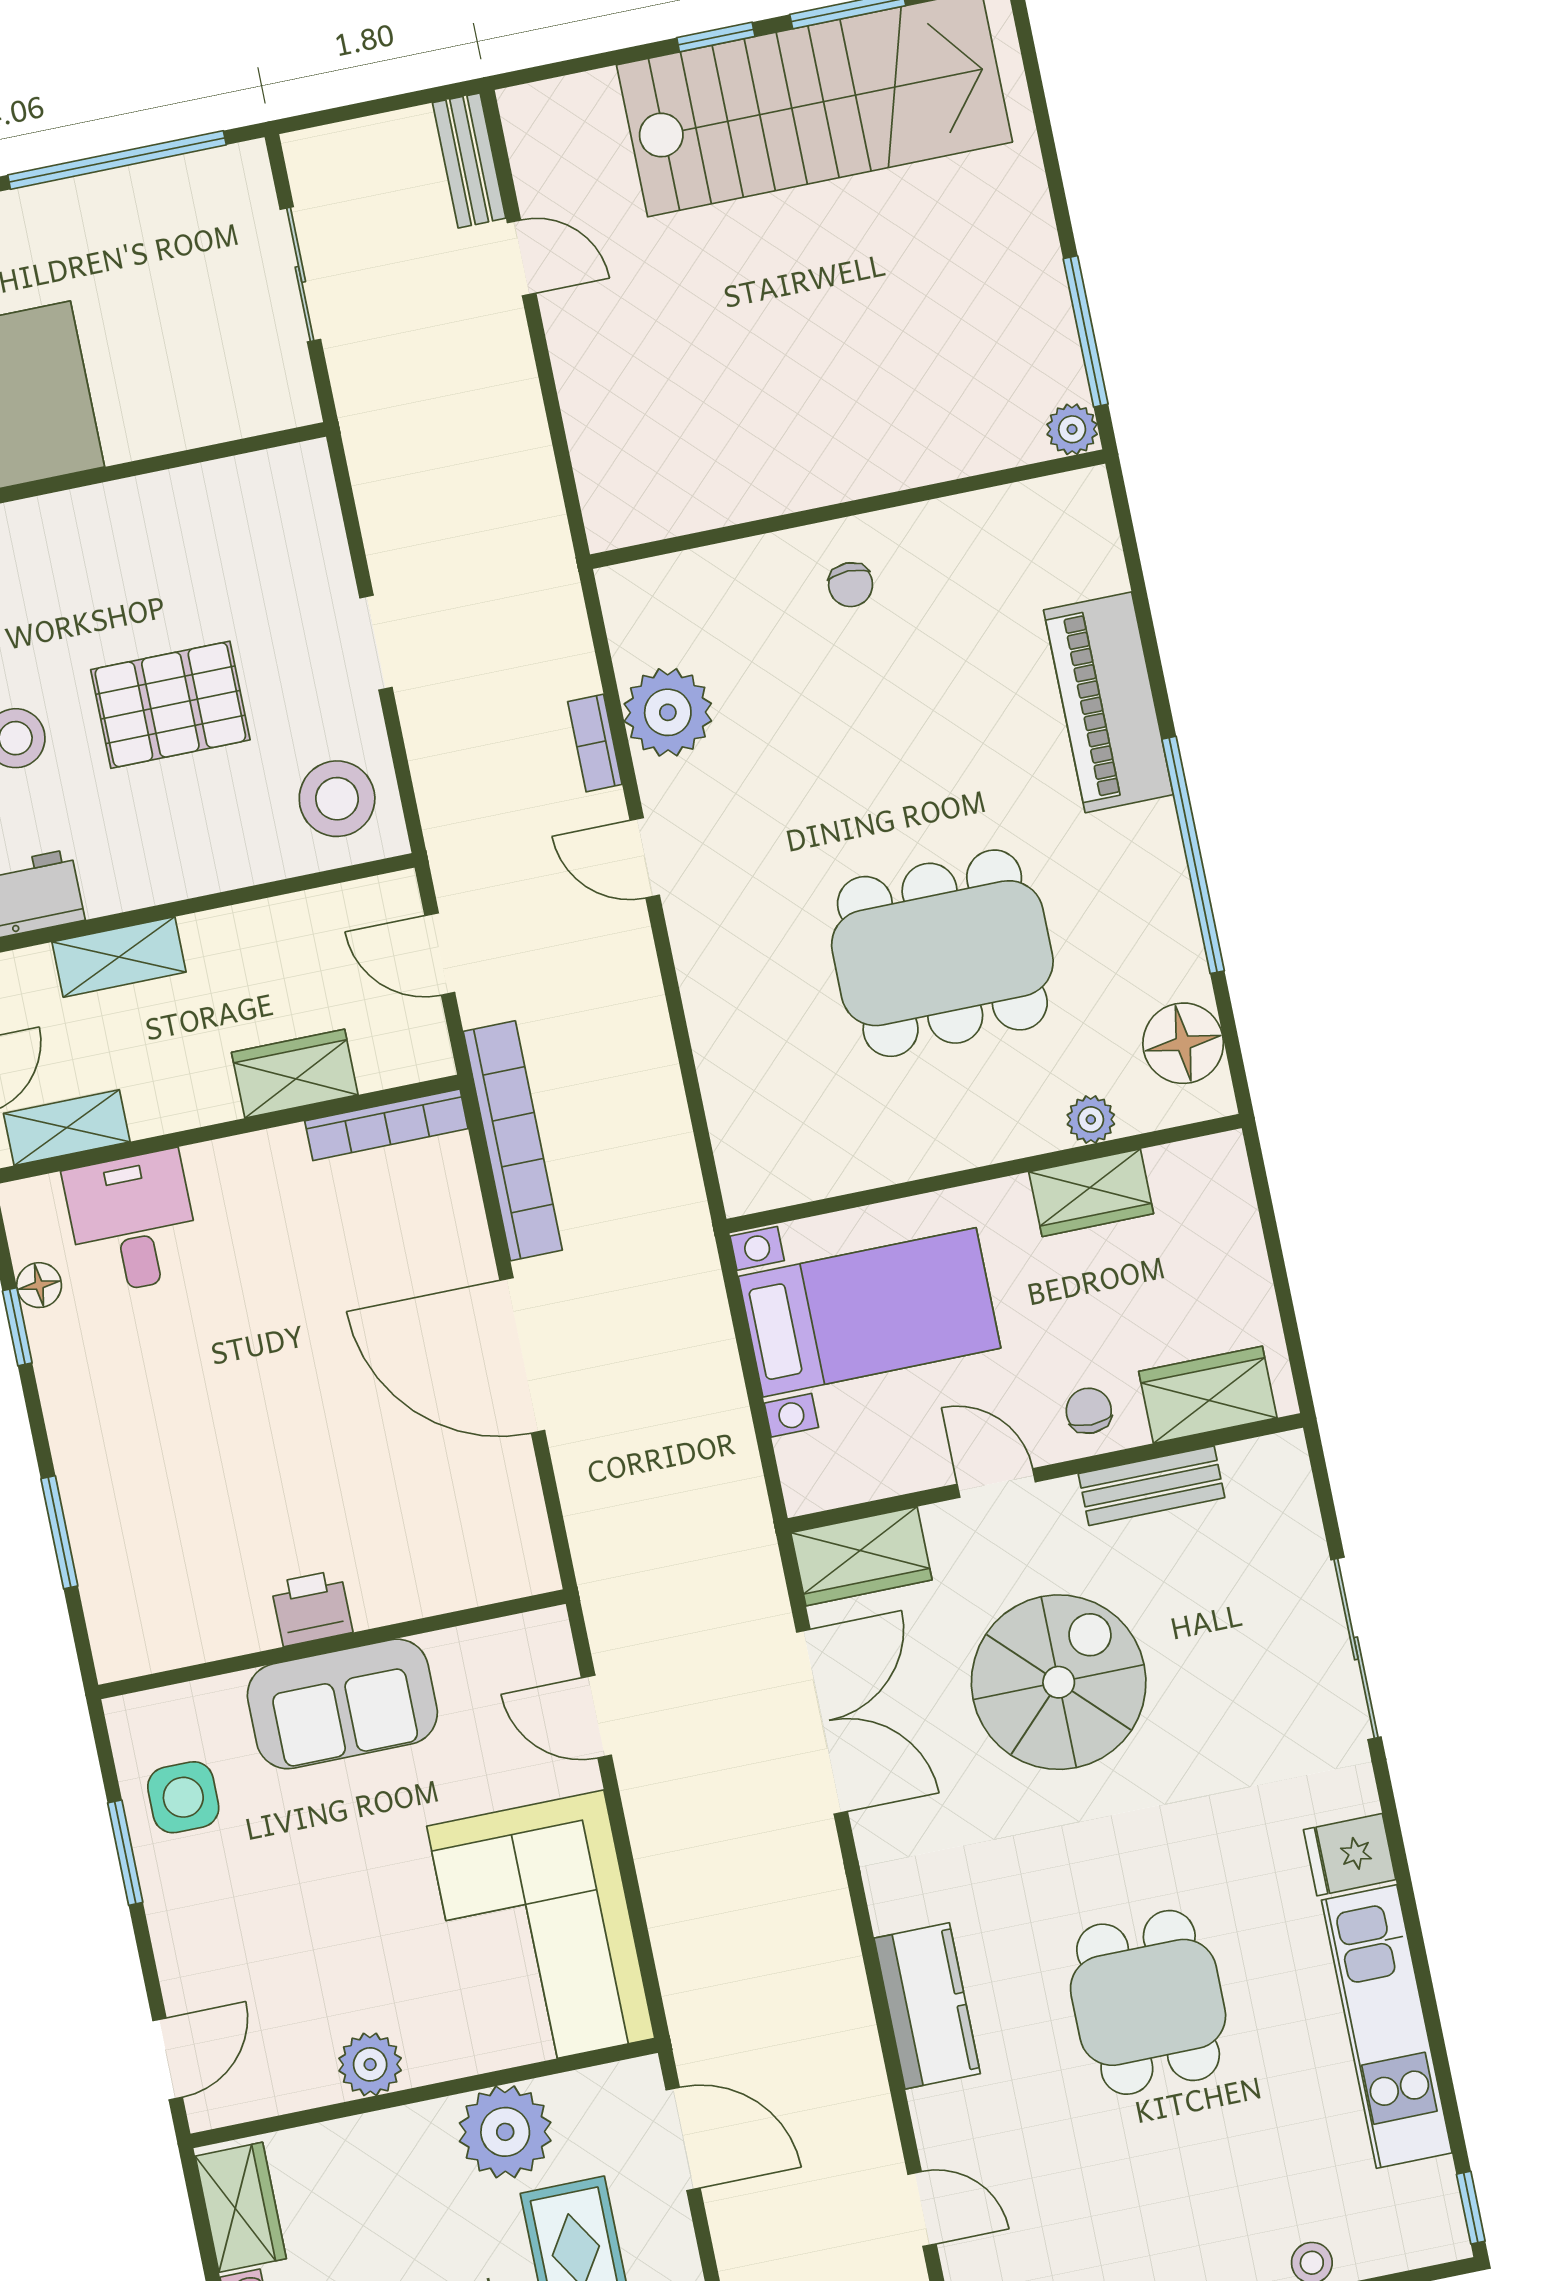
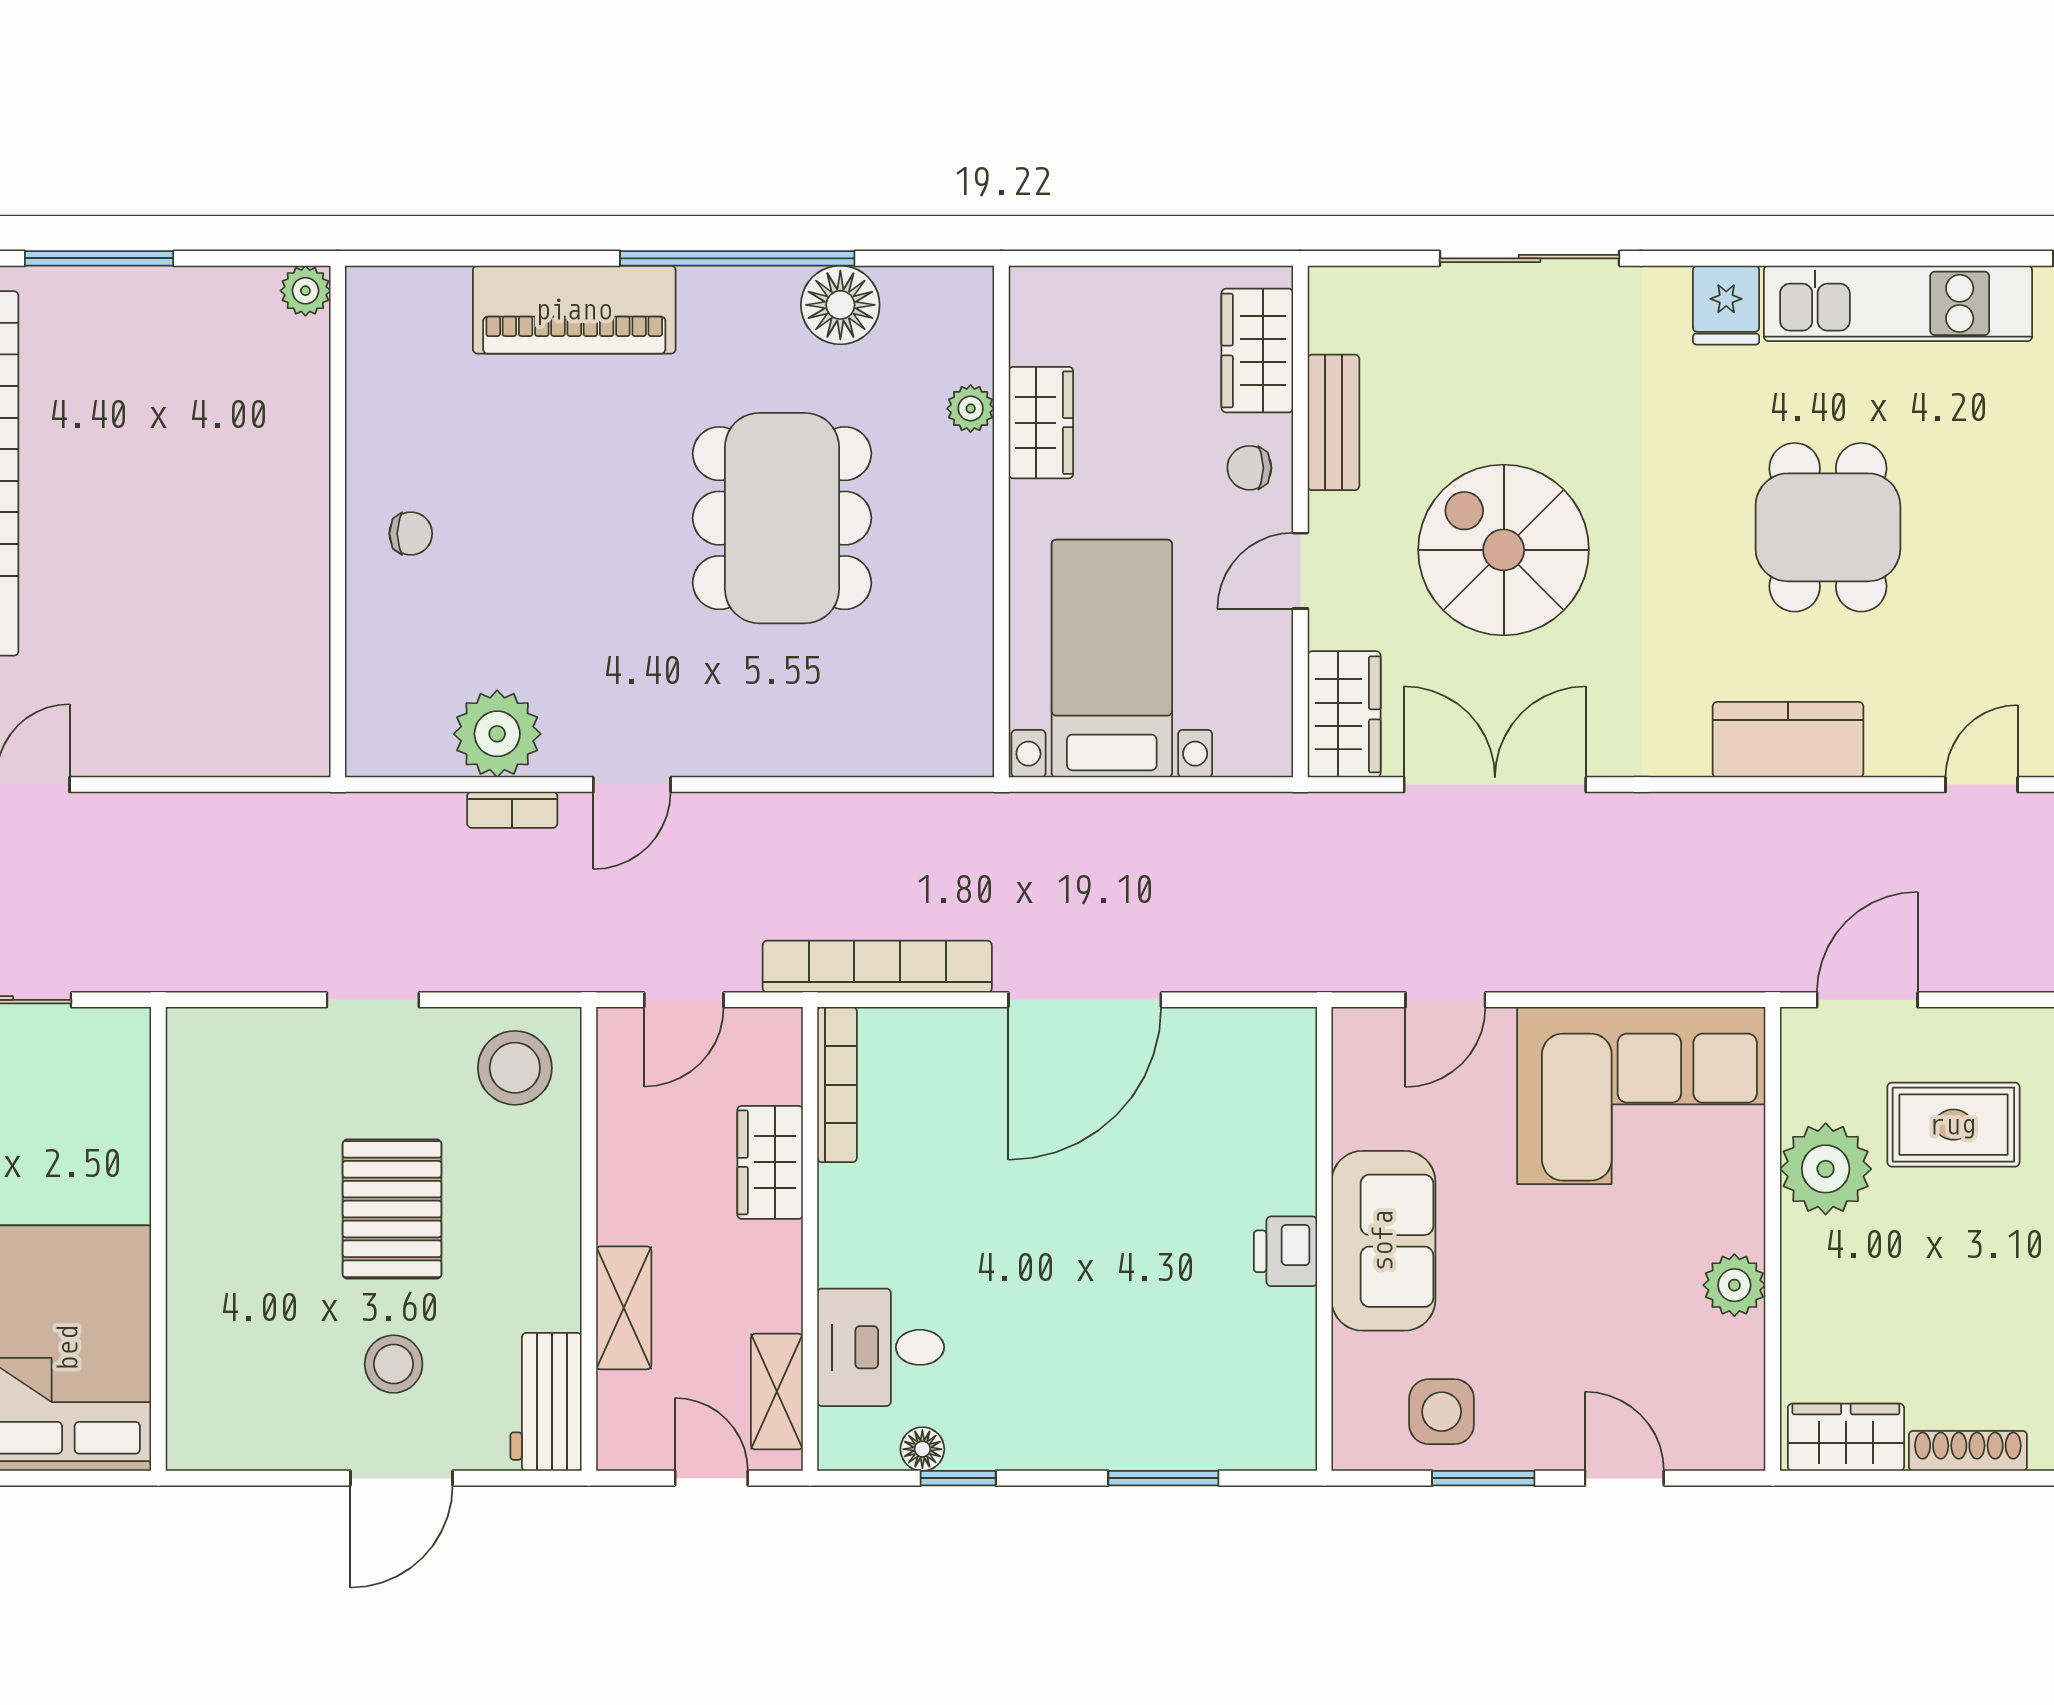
window: (1086, 331) -> (99, 258), moved
floor lamp: (1183, 1043) -> (840, 305), moved
dining table: (1148, 2002) -> (1828, 527), turned 90
door: (168, 2059) -> (1624, 1478), moved

